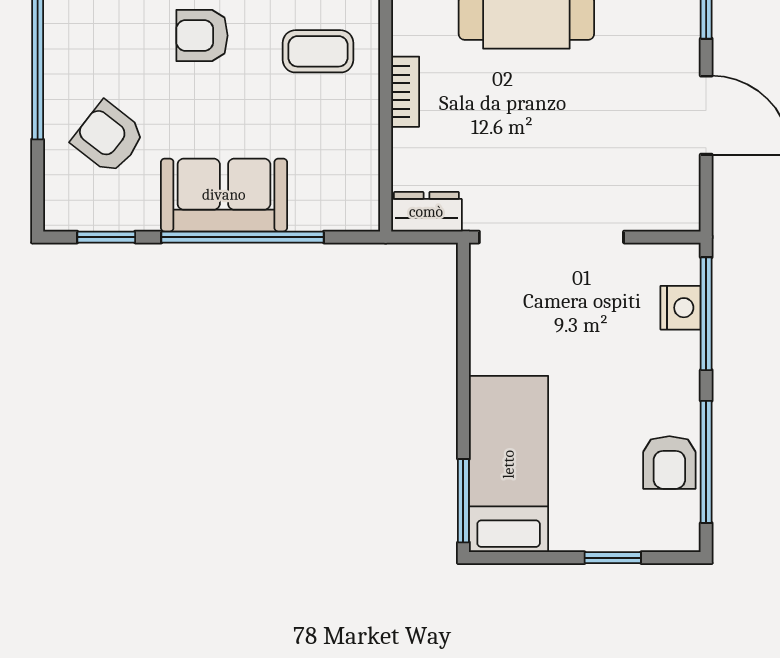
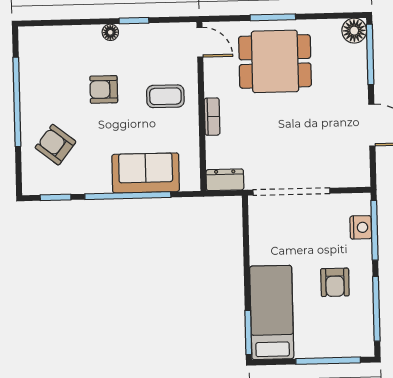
sofa: (224, 195) -> (146, 173), moved
armchair: (669, 462) -> (335, 282), moved
window: (613, 558) -> (328, 361), width x2.17

